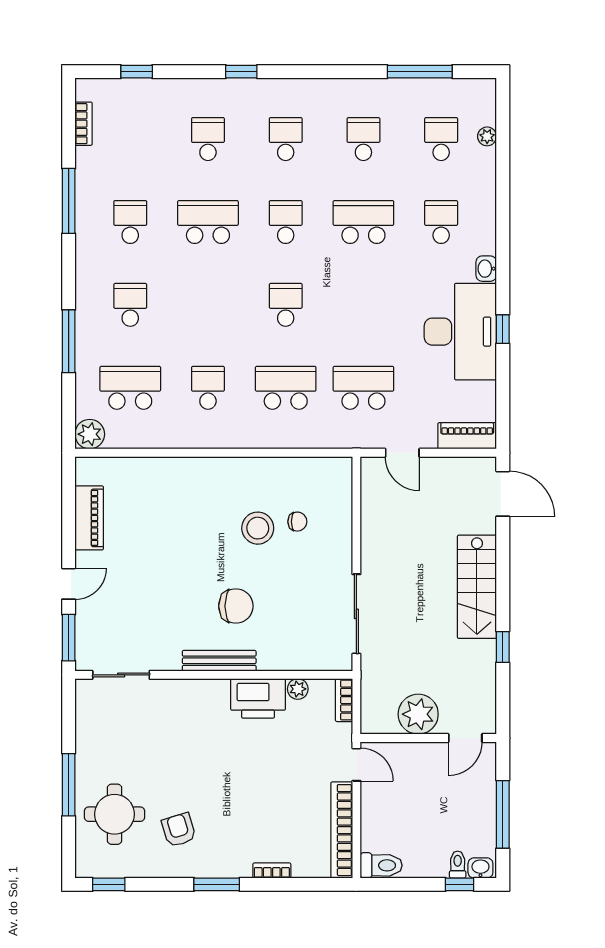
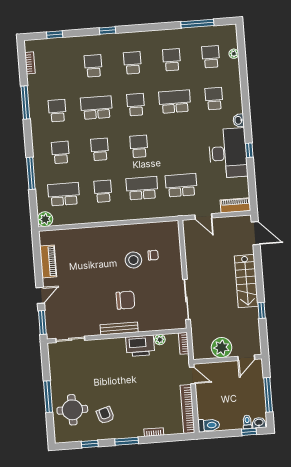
school desk: (208, 305) -> (100, 149), added
window: (109, 884) -> (90, 444), moved

